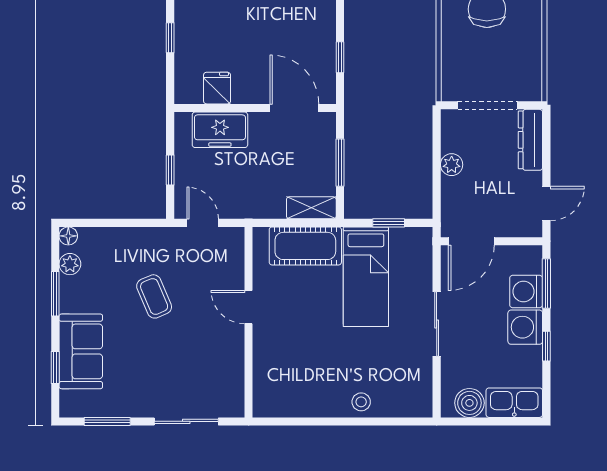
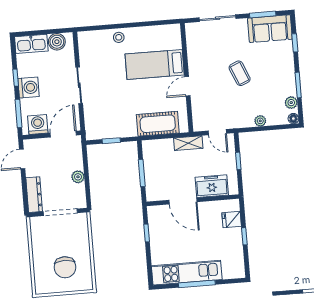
fridge: (217, 88) -> (232, 220), moved, turned 90
door: (294, 108) -> (183, 201), moved
shelving: (311, 208) -> (188, 143), moved
plant: (126, 237) -> (260, 121), added
bed: (366, 277) -> (155, 65), moved, turned -90
washing machine: (526, 292) -> (38, 125), moved, turned -90
coffee table: (154, 296) -> (240, 73), moved
door: (249, 307) -> (187, 86), swing flipped
sofa: (81, 351) -> (270, 29), moved, turned -90

